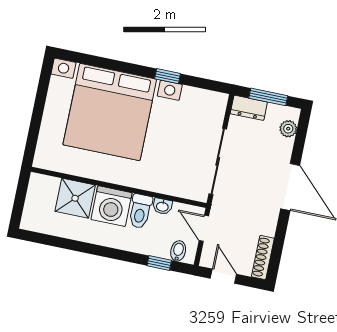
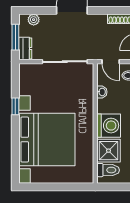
toilet: (140, 211) -> (108, 170), moved
door: (204, 228) -> (111, 62), hinge flipped

